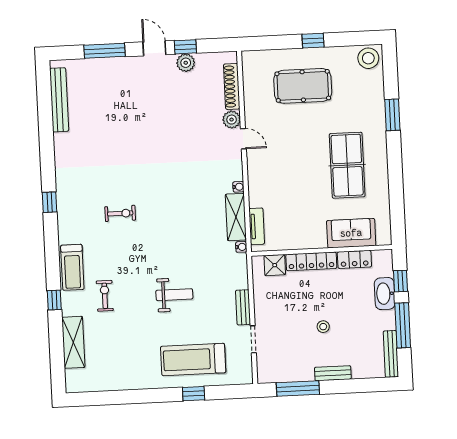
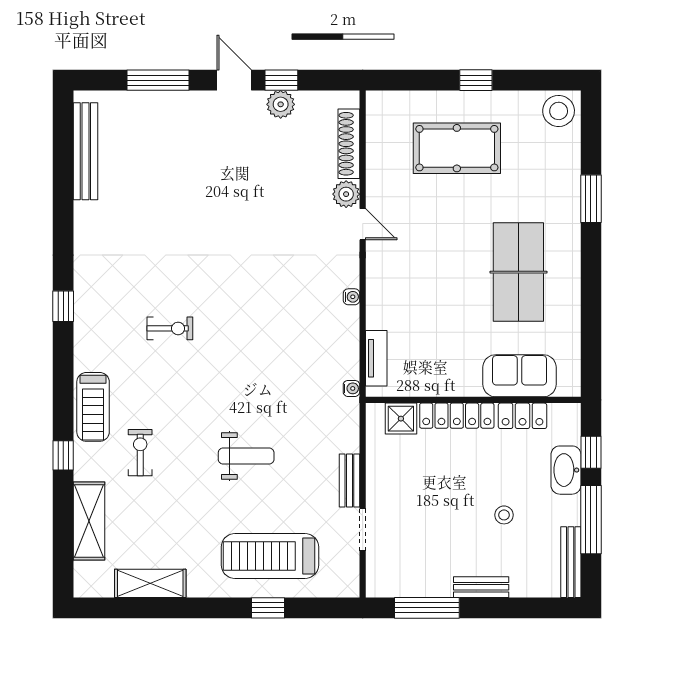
shelving: (236, 217) -> (150, 583), moved, turned 90
stool: (323, 327) -> (504, 515), moved

